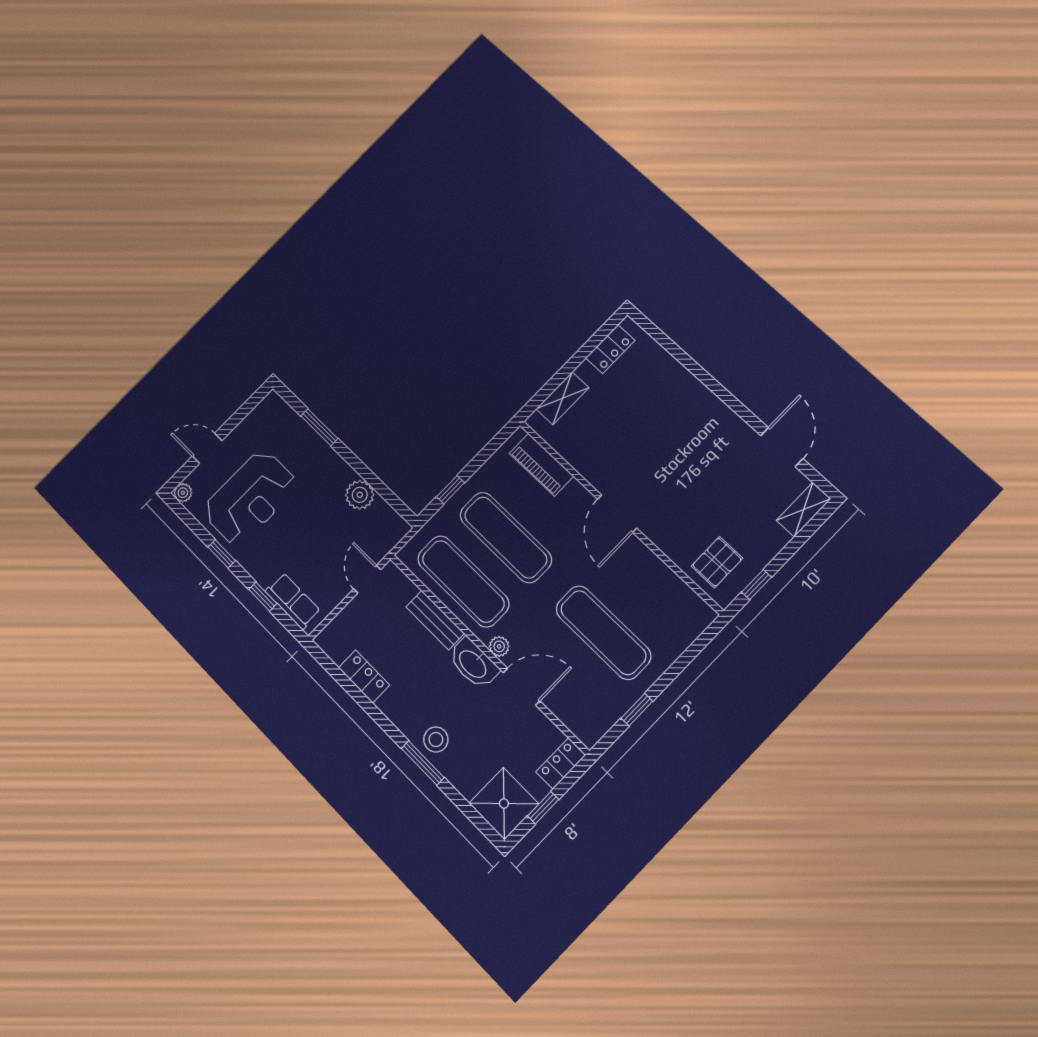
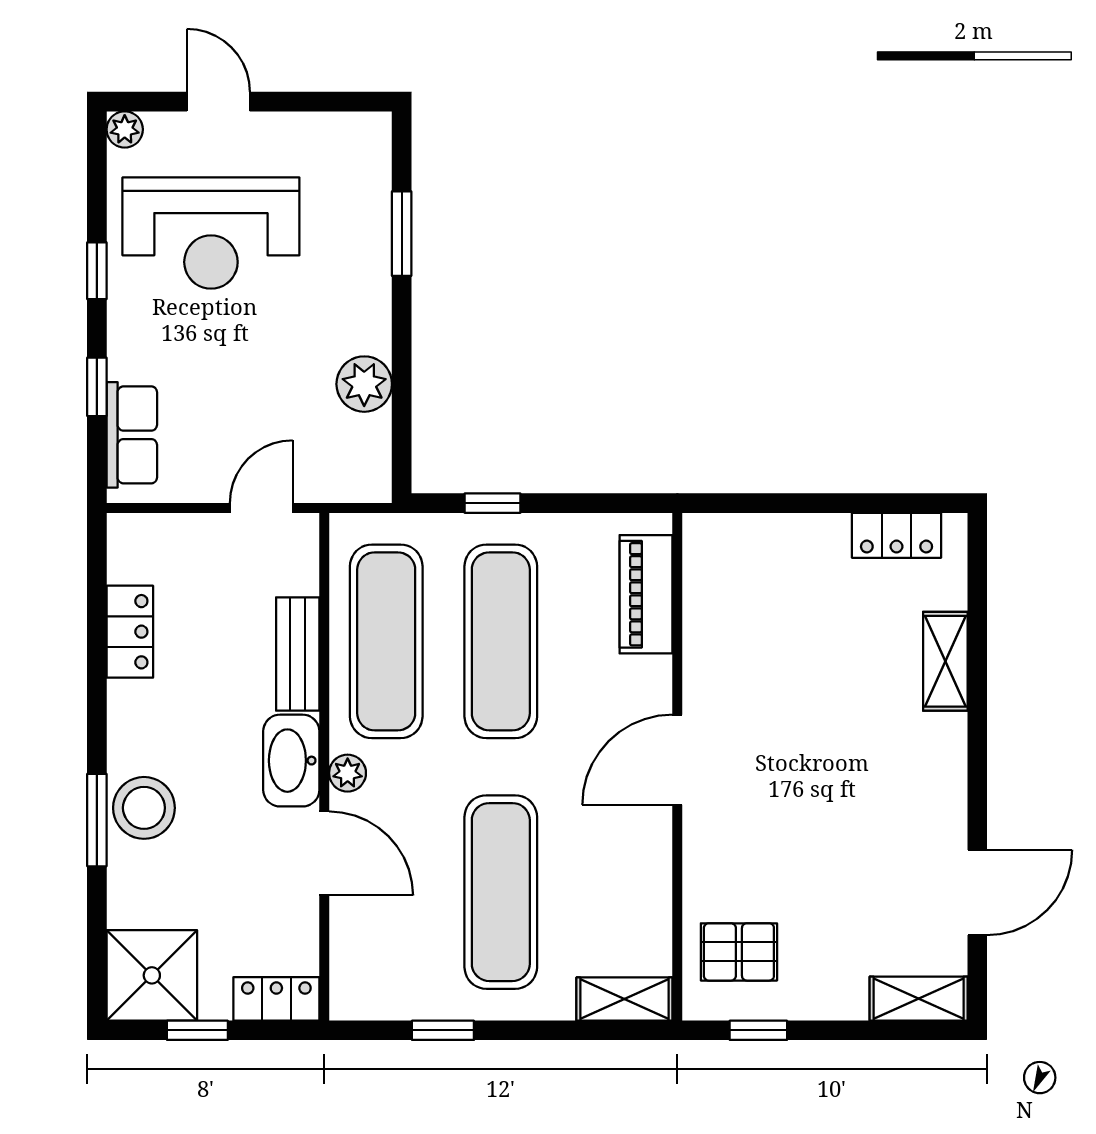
shelving: (562, 398) -> (945, 661), moved, turned 90
shelving: (693, 625) -> (624, 999), added
stool: (436, 740) -> (144, 808), width x1.38, depth x1.38

